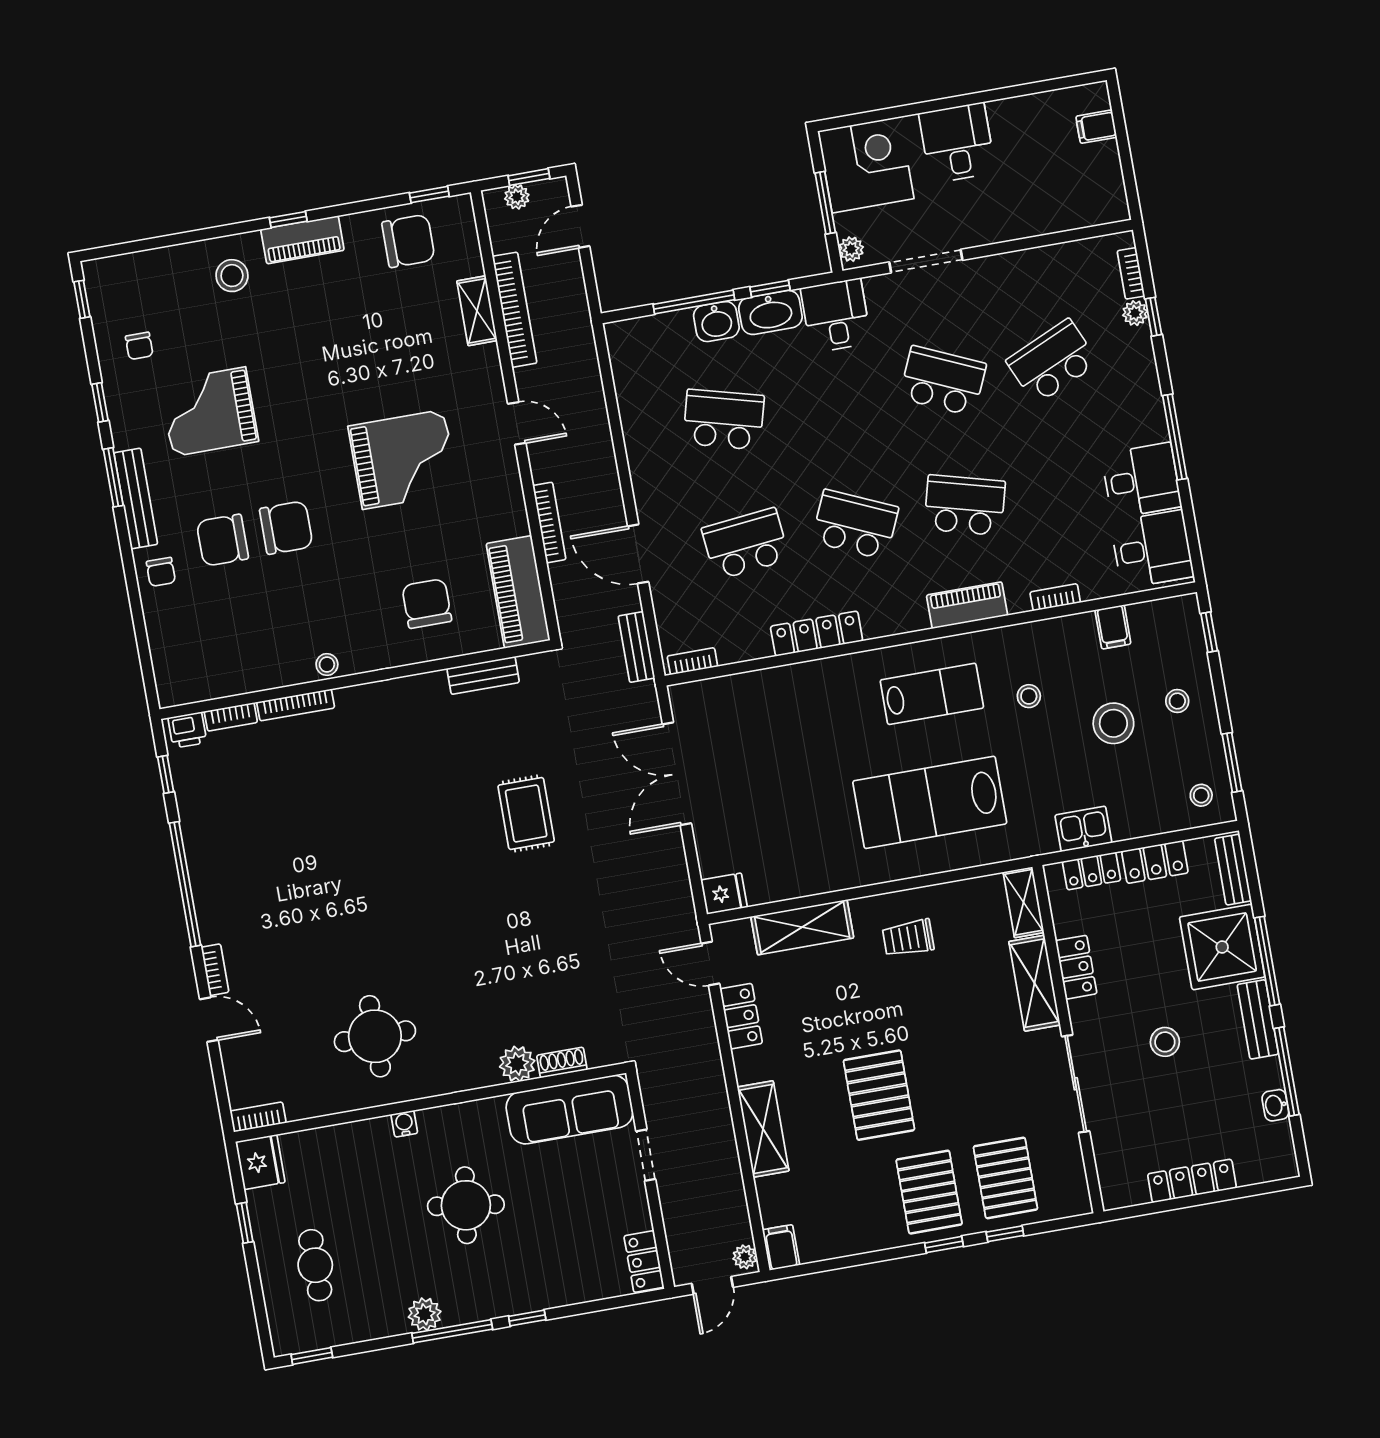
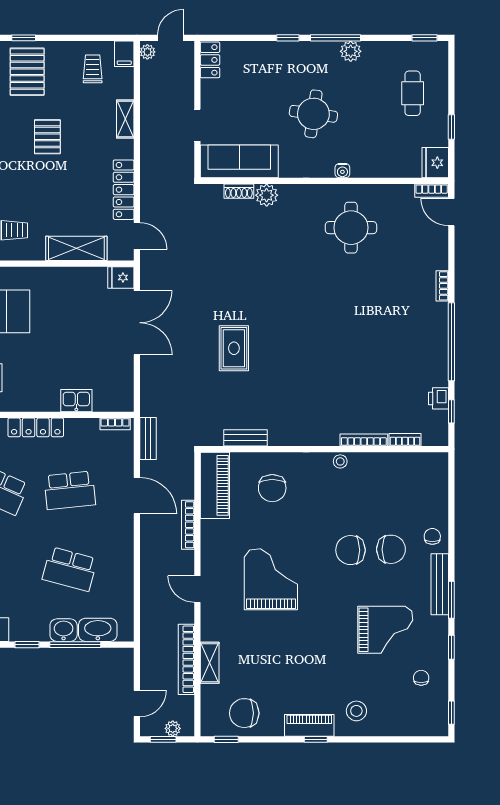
washbasin: (770, 312) -> (98, 630), moved
grand piano: (403, 459) -> (271, 579), turned 90
kitchen sink: (760, 687) -> (76, 401), added
printer: (187, 730) -> (439, 398), moved, turned -90
double door: (677, 774) -> (137, 323), moved
locker: (741, 1016) -> (124, 190), width x1.53
door: (209, 1020) -> (451, 212), moved
pallet: (879, 1095) -> (47, 137), width x0.67, depth x0.71
shelving: (763, 1129) -> (125, 119), width x0.67, depth x0.75
trolley: (827, 1215) -> (93, 69), added

